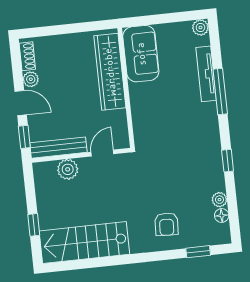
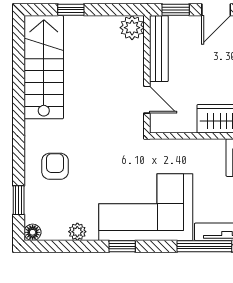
corner sofa: (193, 144) -> (146, 207), added
plant: (68, 169) -> (132, 28), moved
floor lamp: (222, 215) -> (33, 232), moved
armchair: (167, 224) -> (55, 166), turned 87

